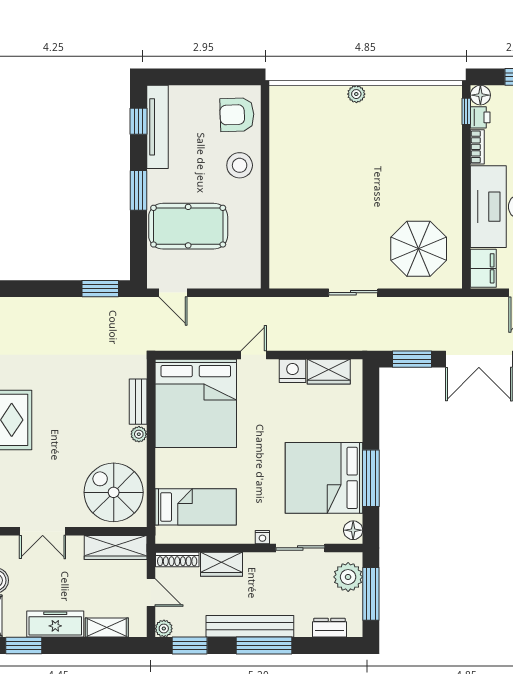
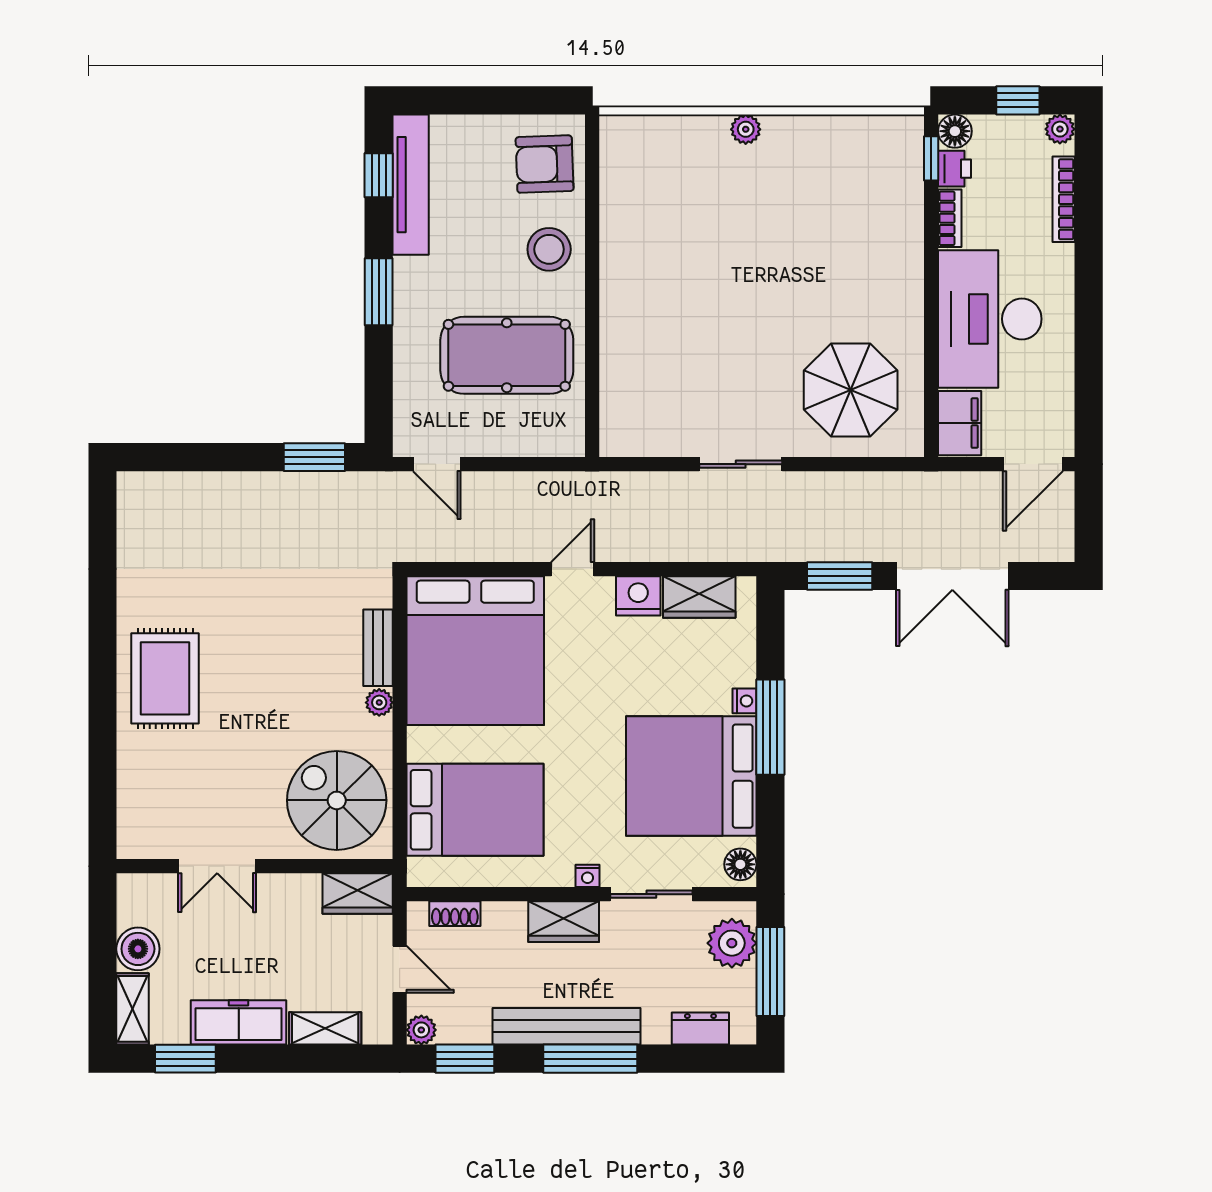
pool table: (188, 226) -> (507, 355), moved
nightstand: (356, 433) -> (745, 701), added
window: (371, 478) -> (770, 727), moved
bed: (196, 507) -> (475, 810), width x1.50
wardrobe: (116, 548) -> (358, 894), width x0.67
shoe rack: (177, 559) -> (455, 914), width x0.70
wardrobe: (221, 564) -> (564, 922), moved

